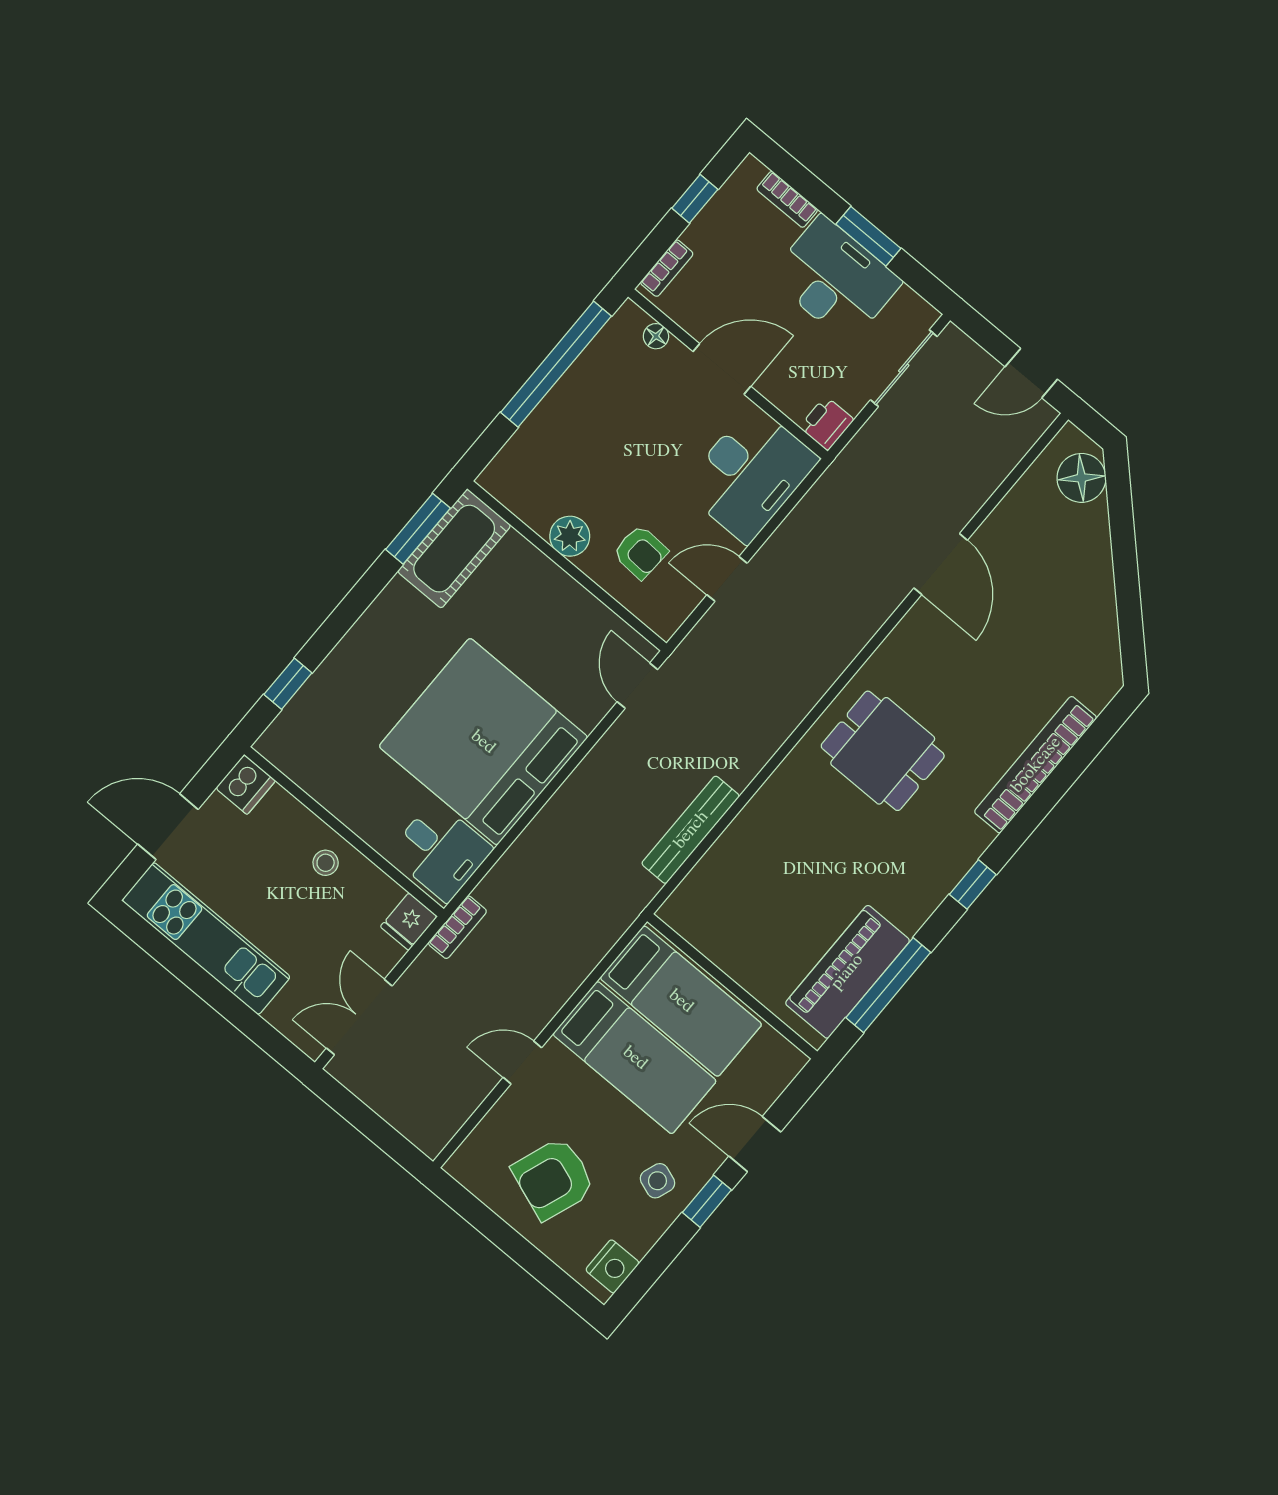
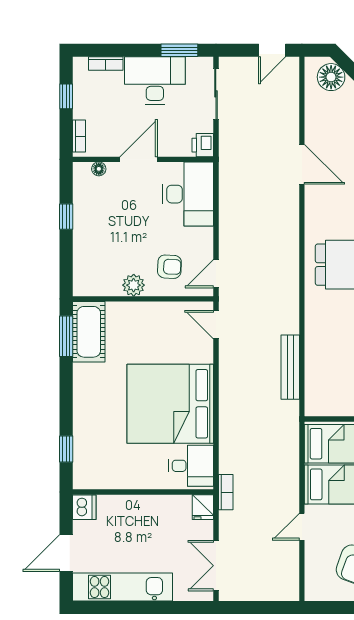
window: (868, 236) -> (179, 50), moved
window: (556, 364) -> (66, 217), width x0.32
door: (727, 579) -> (216, 274), moved
stool: (326, 863) -> (146, 512), removed

